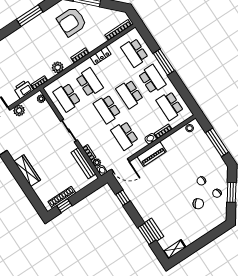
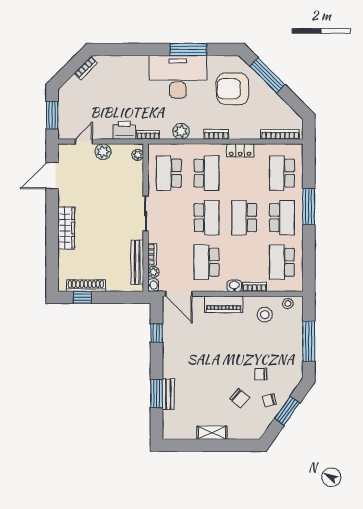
desk: (34, 36) -> (178, 77), added
school desk: (107, 109) -> (207, 218), turned 180
stool: (180, 144) -> (265, 315), added
shelving: (175, 249) -> (212, 433), moved

